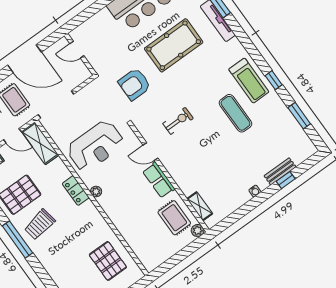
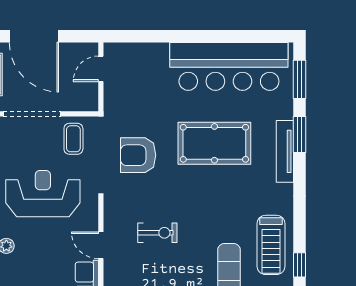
door: (77, 50) -> (101, 69), hinge flipped
coffee table: (90, 102) -> (73, 139), added
reception desk: (95, 146) -> (43, 194), turned 180

